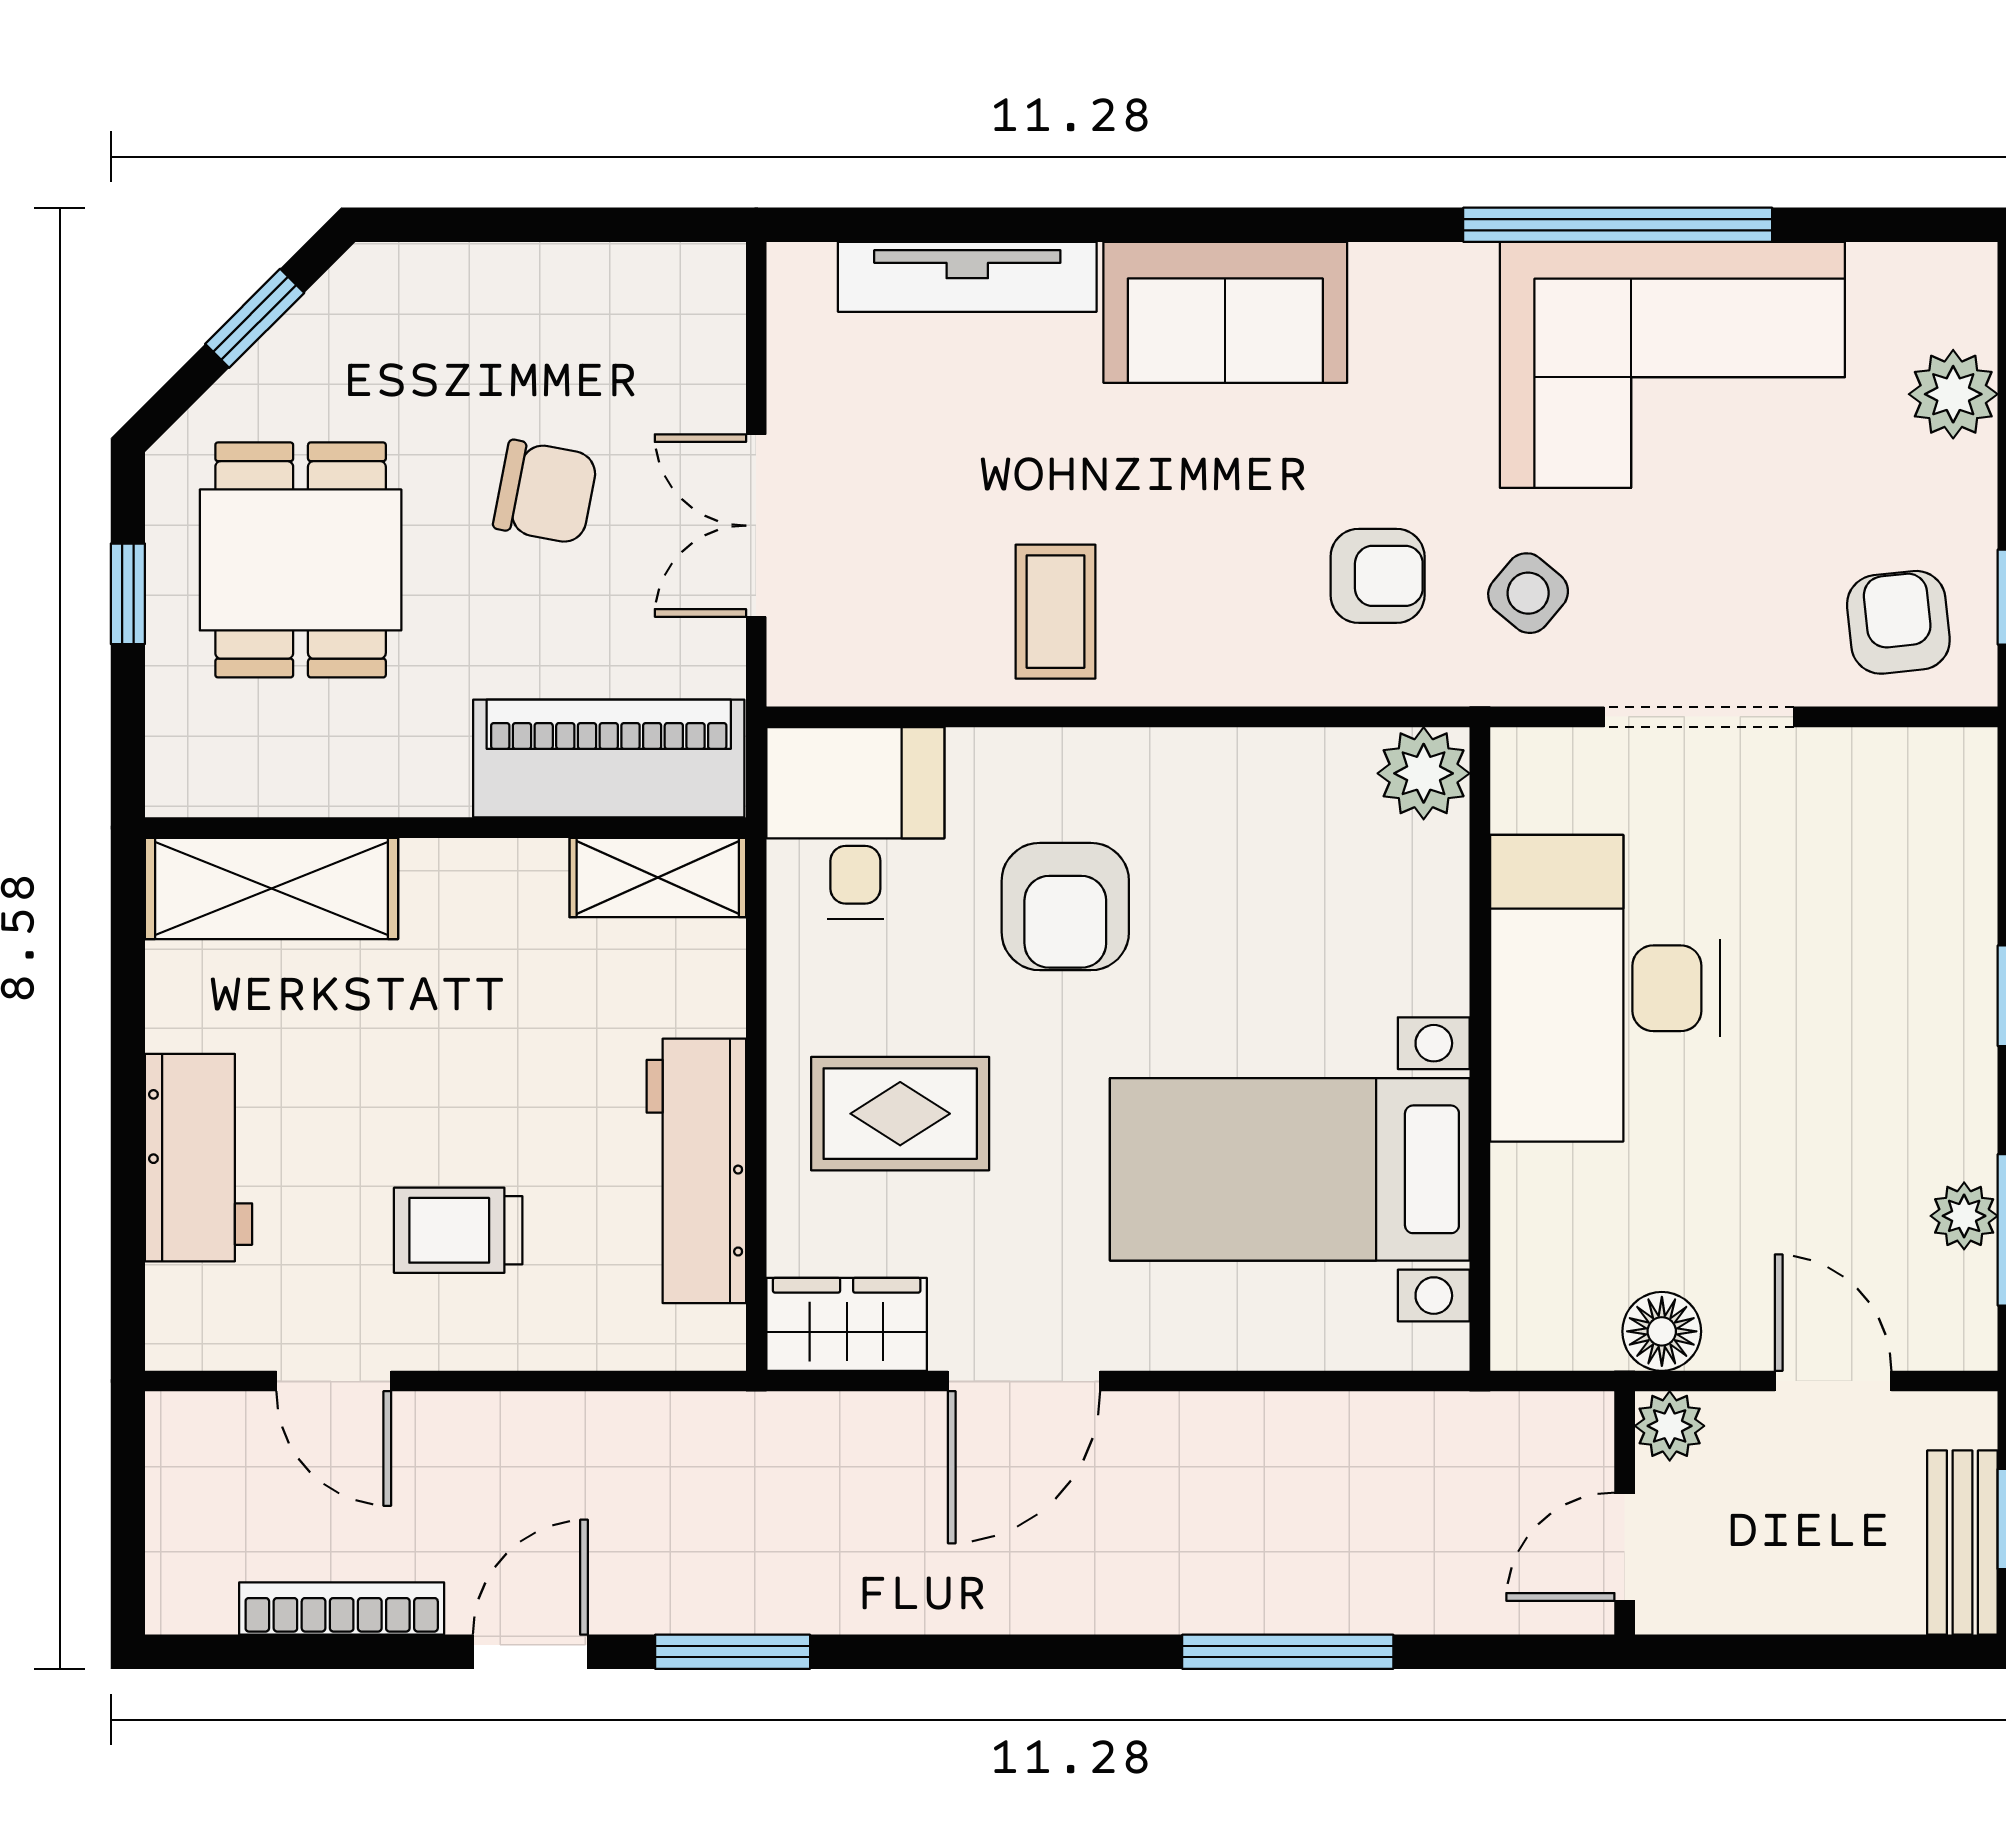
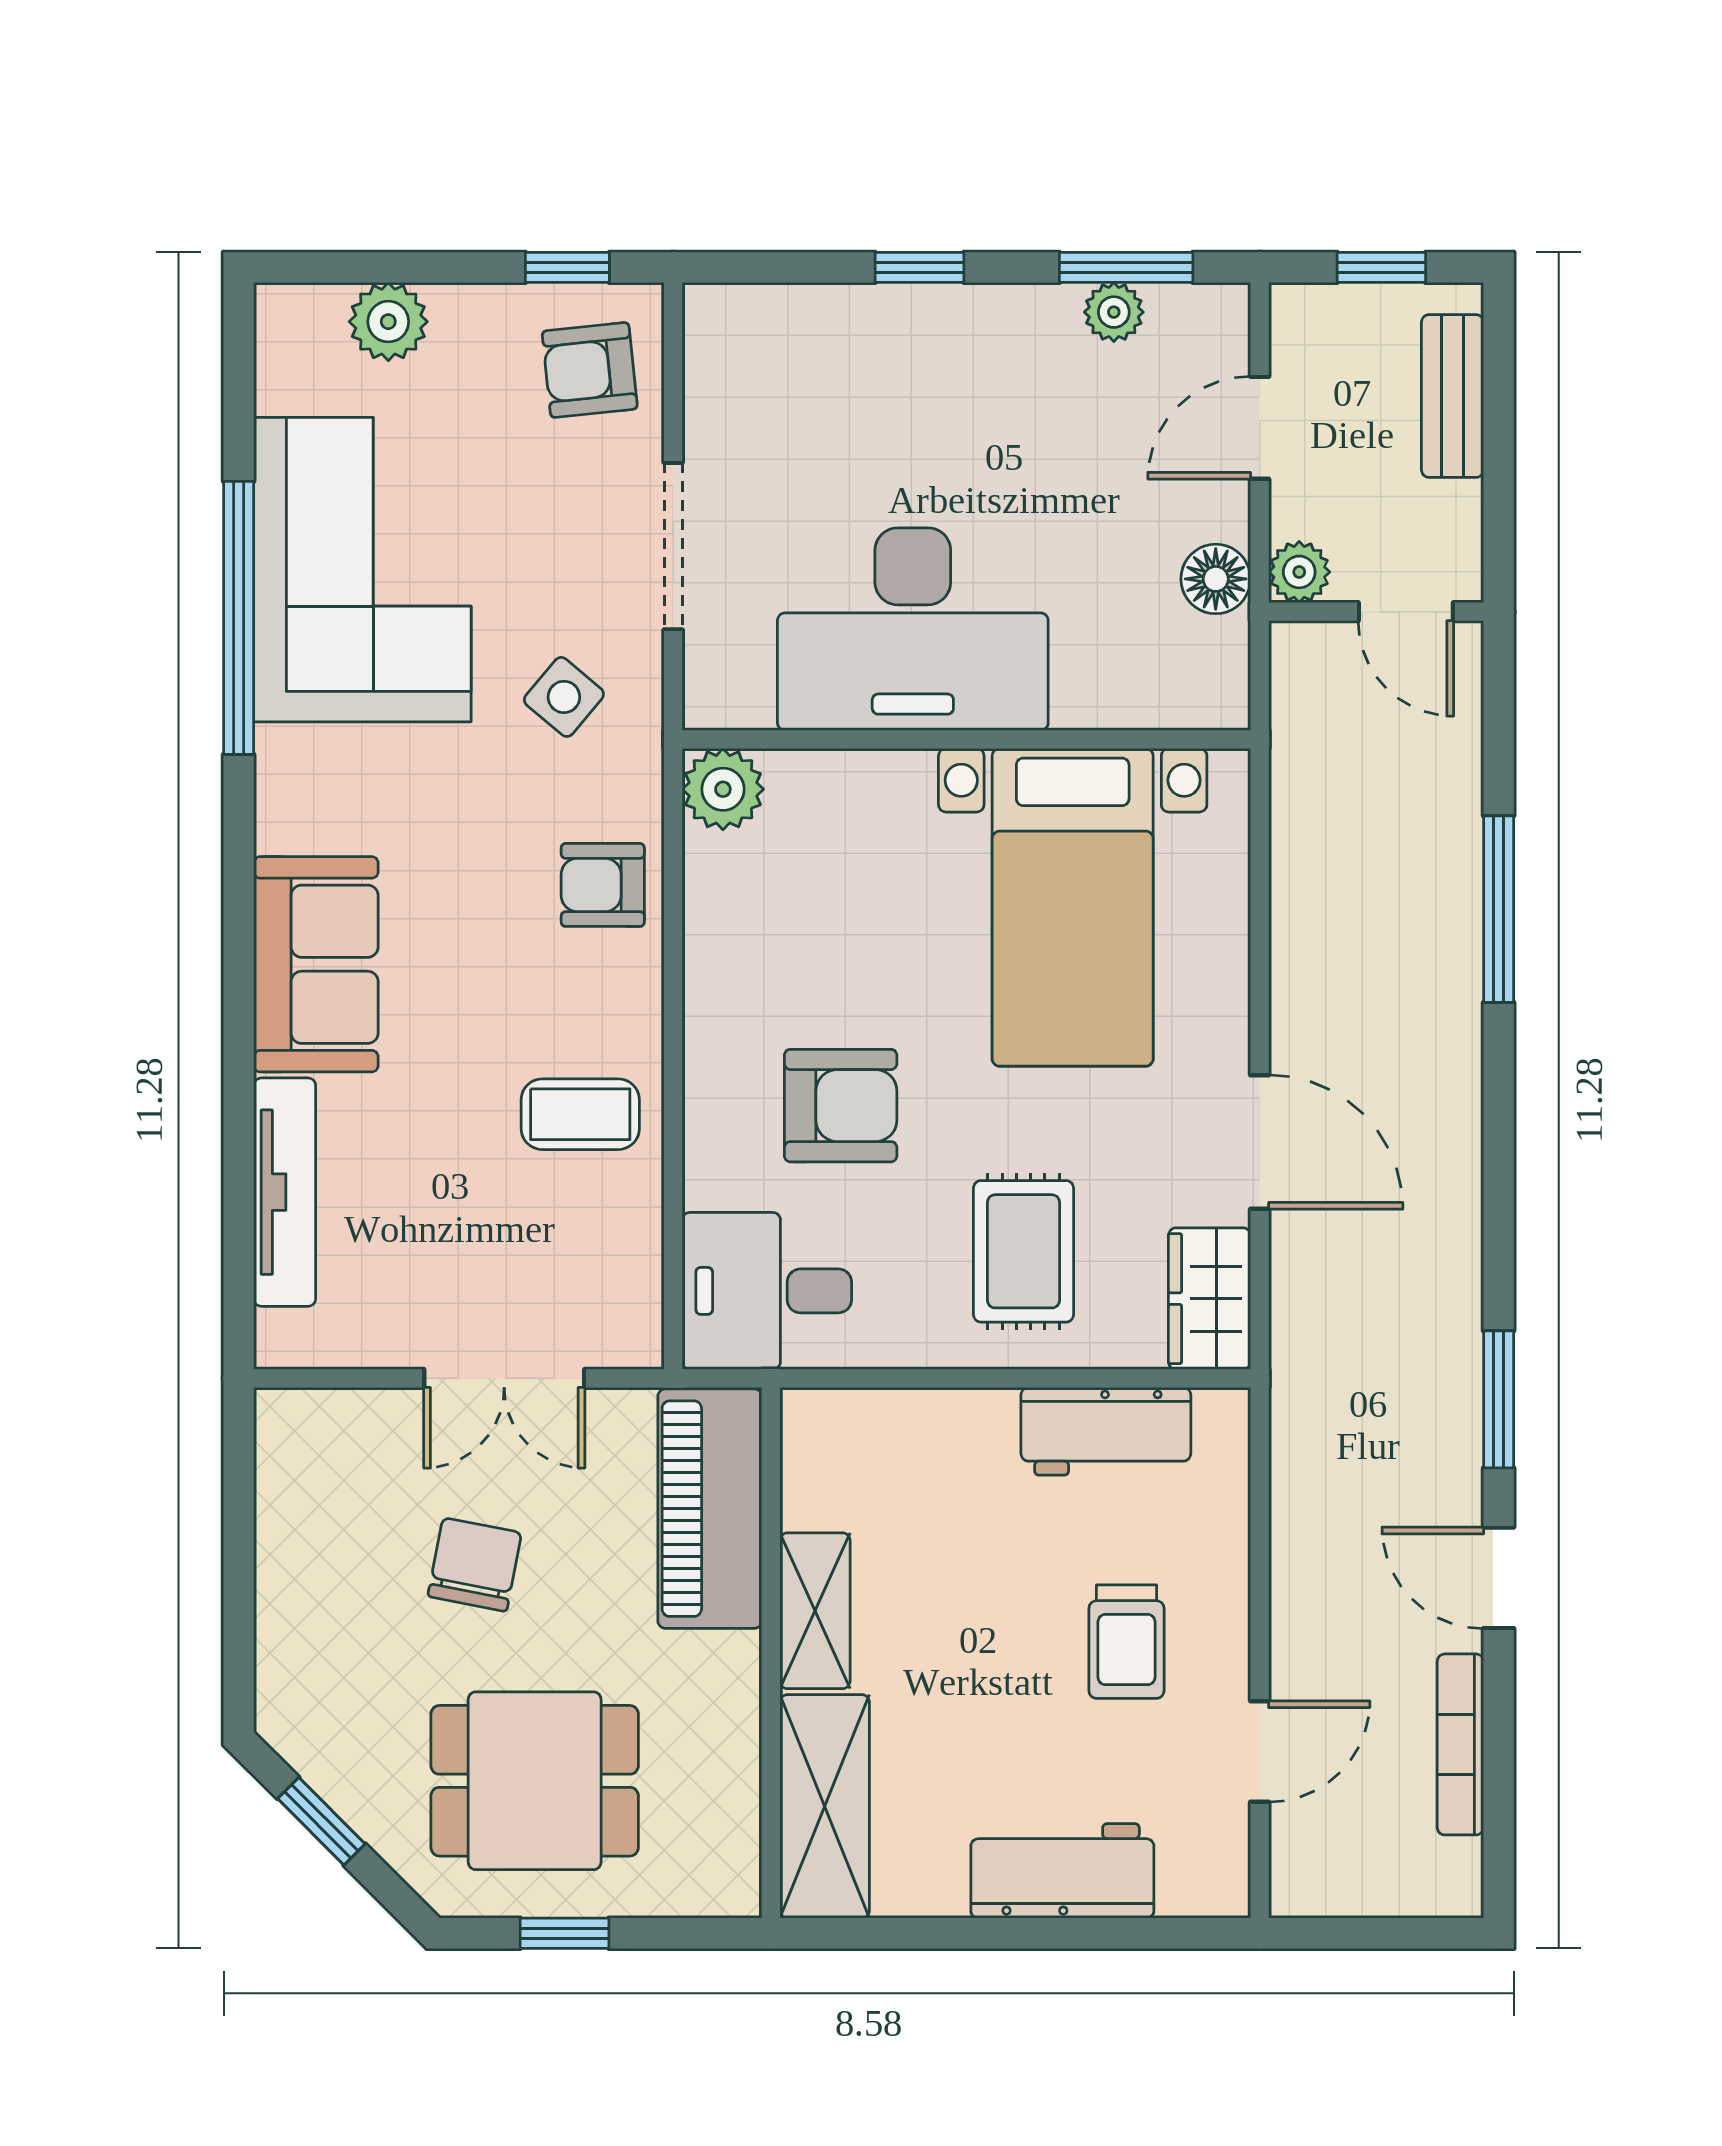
armchair: (1378, 576) -> (603, 885), moved, turned -90
shelving: (658, 877) -> (815, 1611), moved
workbench: (696, 1171) -> (1106, 1431), width x0.73
bench: (1962, 1543) -> (1452, 396), moved, turned 90

